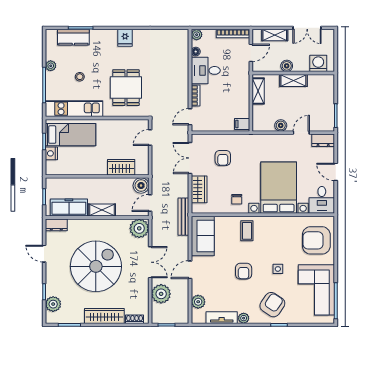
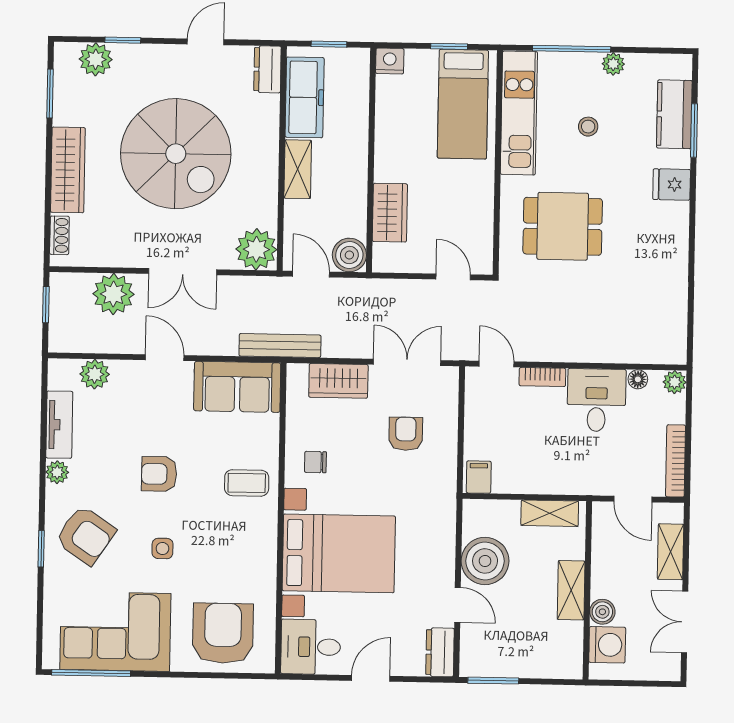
fridge: (125, 38) -> (672, 184), moved
boiler: (287, 66) -> (602, 612), moved
boiler: (281, 125) -> (485, 561), width x1.86, depth x1.86
nightstand: (51, 153) -> (390, 61), moved
armchair: (223, 158) -> (406, 434), turned 90

